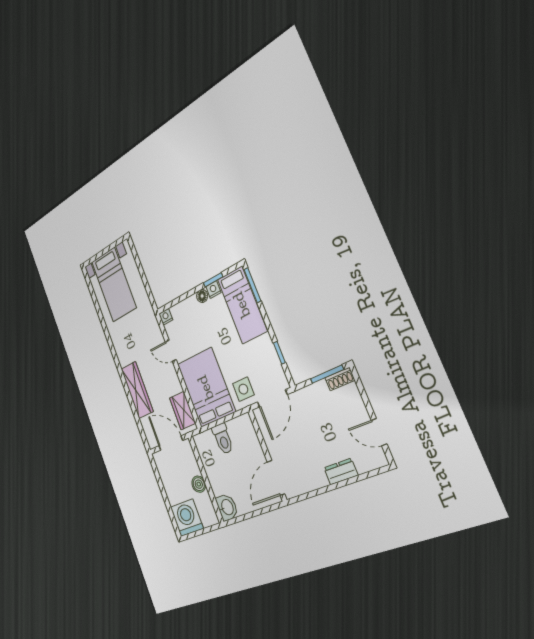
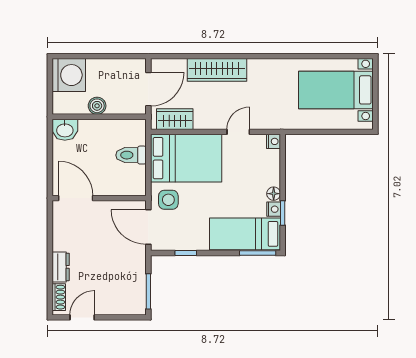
shoe rack: (340, 379) -> (59, 297), moved, turned 180

